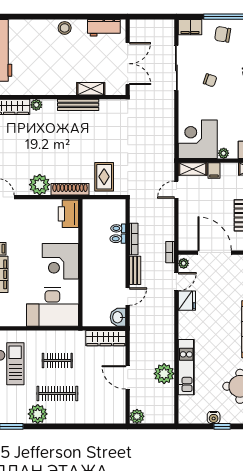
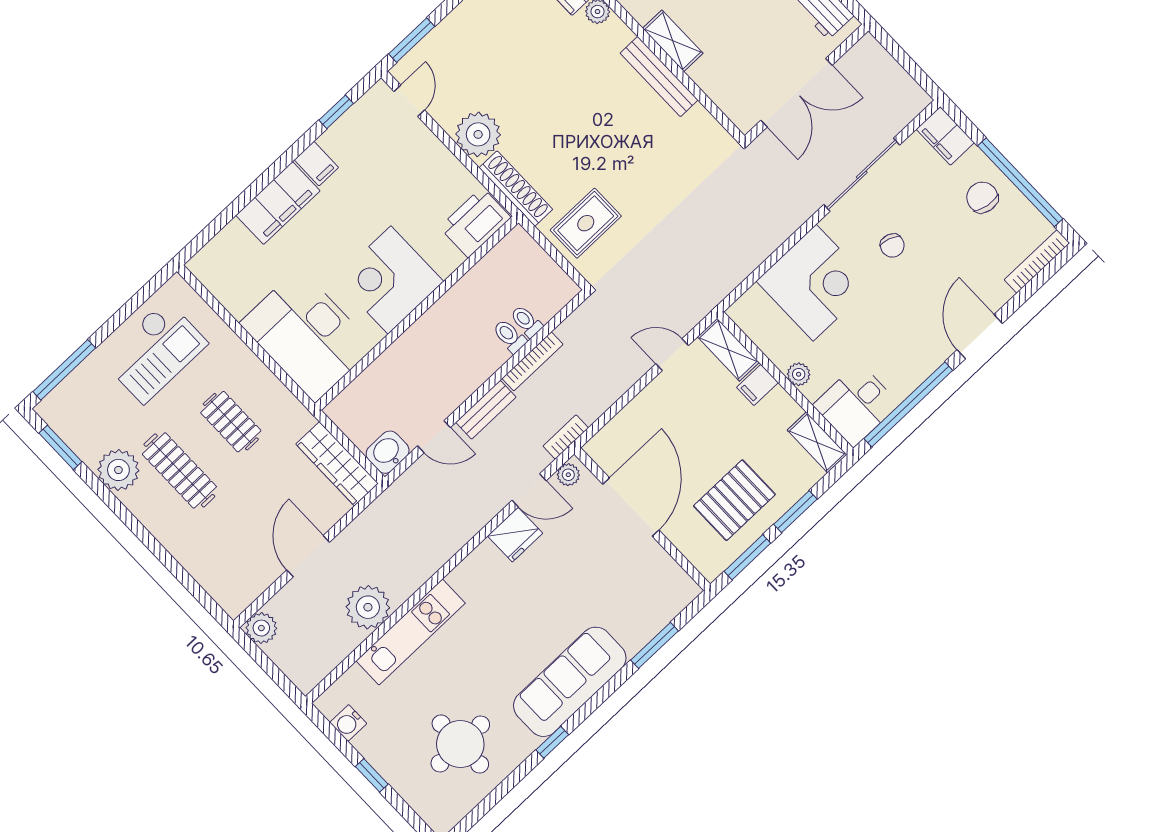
shelving: (91, 89) -> (673, 41), moved
corner desk: (198, 139) -> (815, 283), moved, turned 90
water cooler: (214, 417) -> (348, 723), moved

